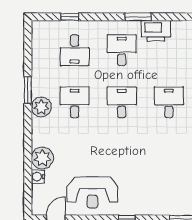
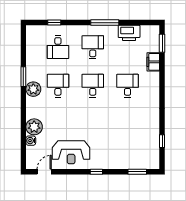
window: (138, 17) -> (105, 23), width x1.44
printer: (156, 31) -> (129, 33), moved

